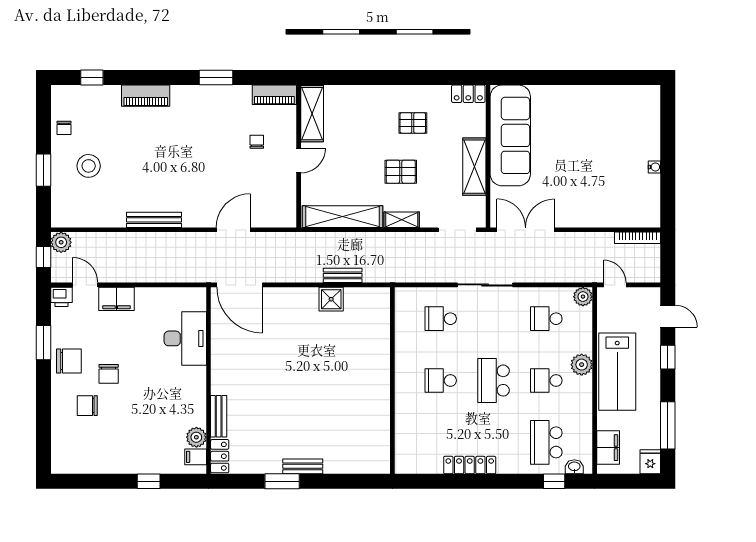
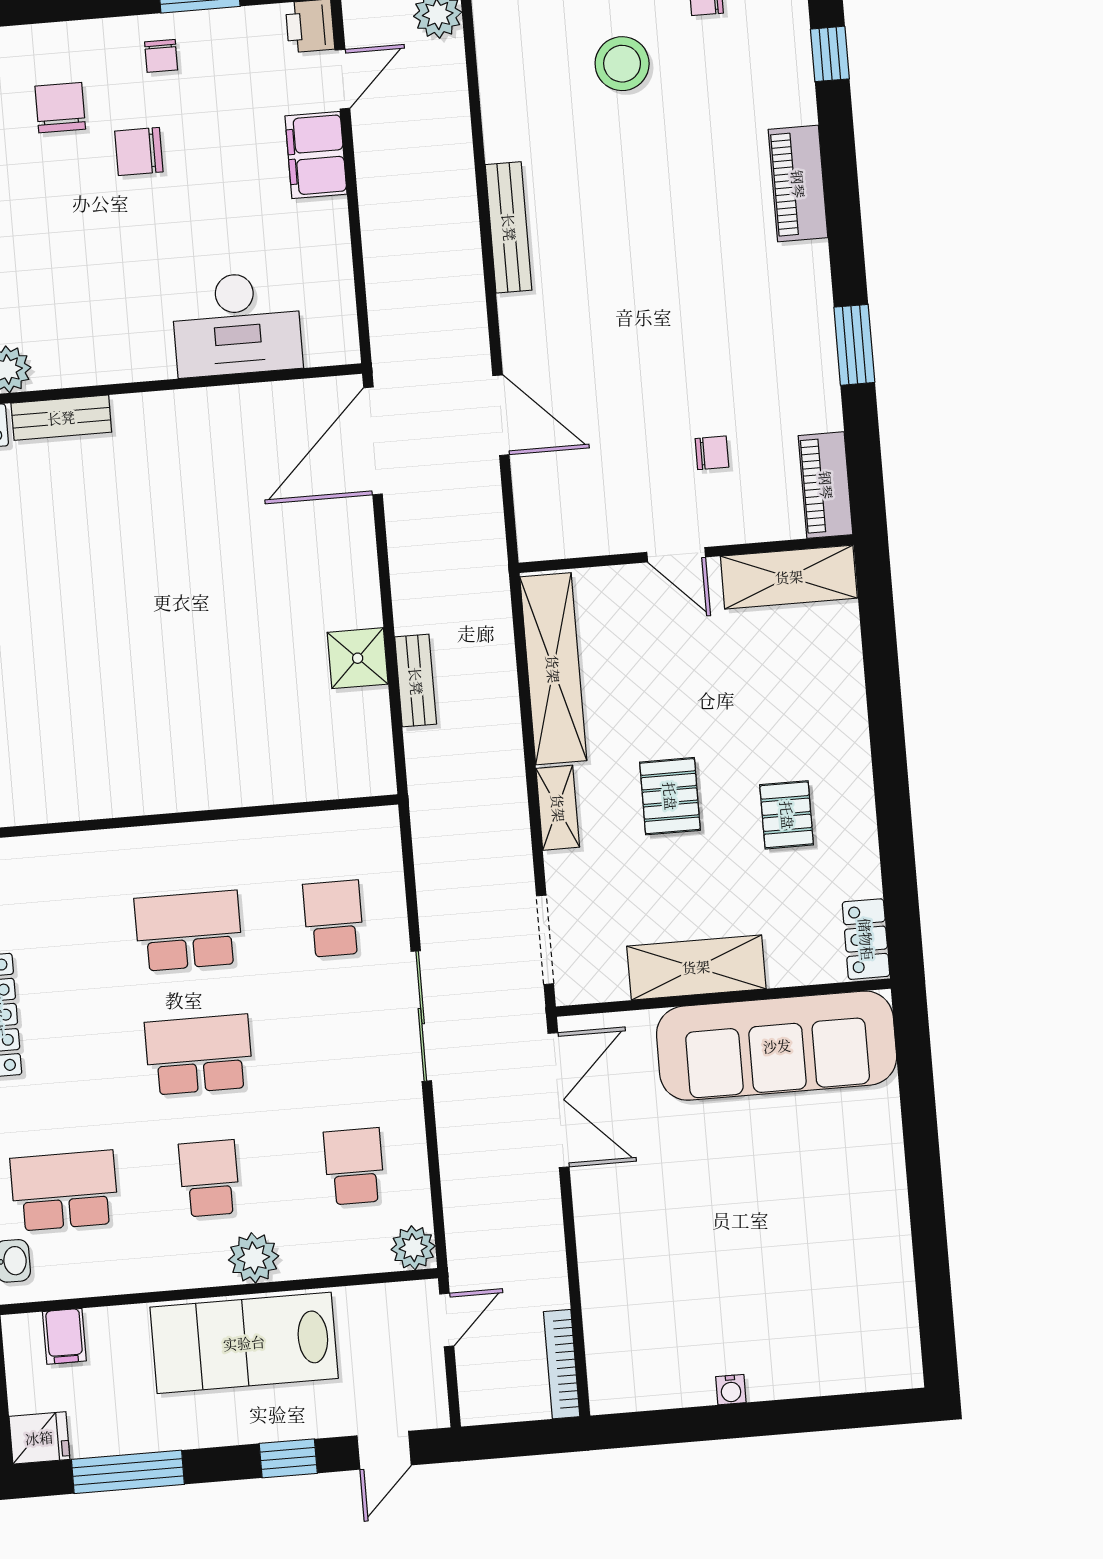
chair: (69, 361) -> (161, 56), width x0.54, depth x0.54
school desk: (441, 381) -> (188, 931), width x1.85
filing cabinet: (608, 448) -> (64, 1336), width x0.50

